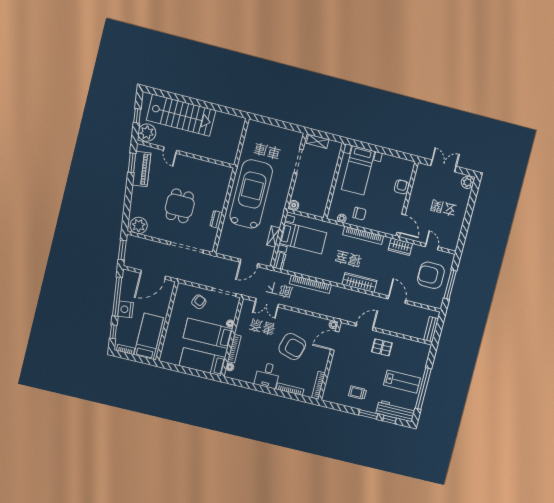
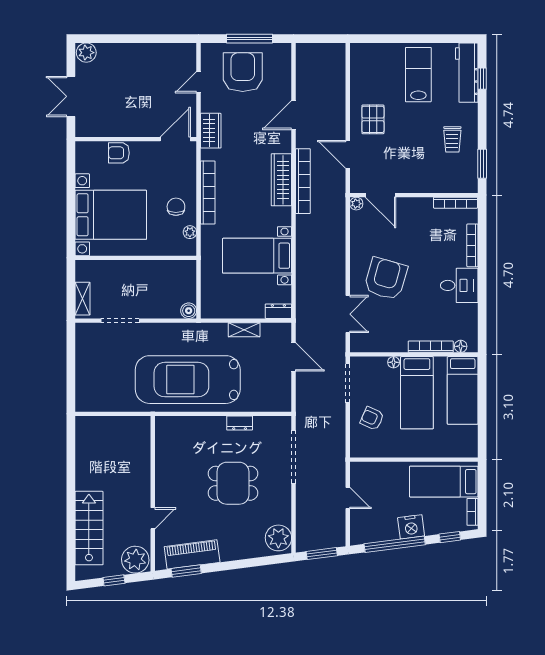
stairs: (181, 115) -> (89, 528), width x0.73, depth x0.66
bed with nightstands: (358, 170) -> (111, 215), width x1.36
bed with nightstands: (303, 238) -> (257, 256), moved, turned -90
door: (153, 275) -> (348, 498), width x0.53
armchair: (431, 275) -> (243, 72), turned 180
bookcase: (310, 284) -> (303, 181), moved
bench: (431, 329) -> (326, 50), removed
armchair: (292, 347) -> (386, 279), moved
window: (423, 388) -> (421, 39), removed
window: (368, 414) -> (482, 164), moved

